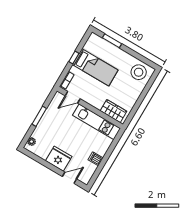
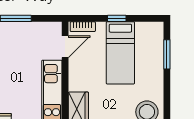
door: (73, 97) -> (65, 47), swing flipped

